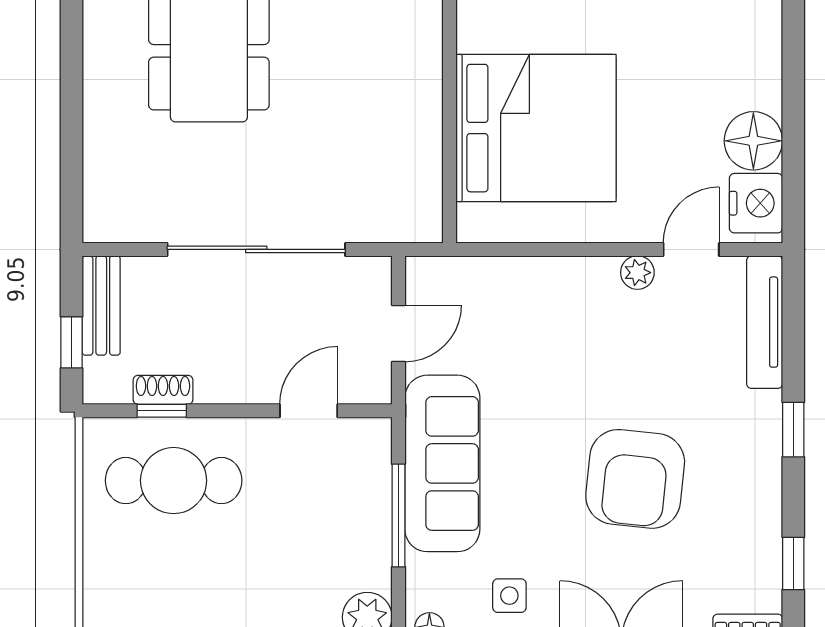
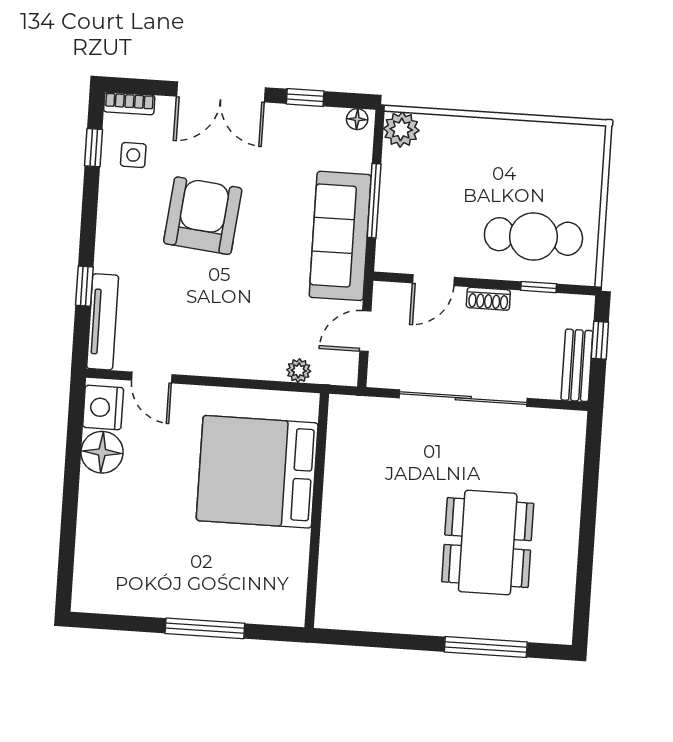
door: (691, 249) -> (152, 377), hinge flipped
plant: (637, 273) -> (299, 371), moved
shoe rack: (163, 390) -> (488, 299), moved
window: (793, 430) -> (84, 286), moved
side table: (509, 596) -> (133, 155), moved

